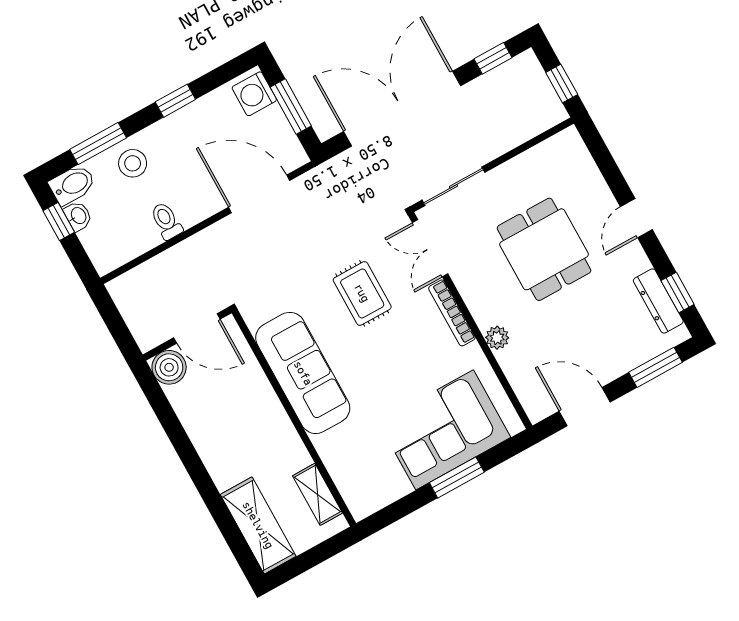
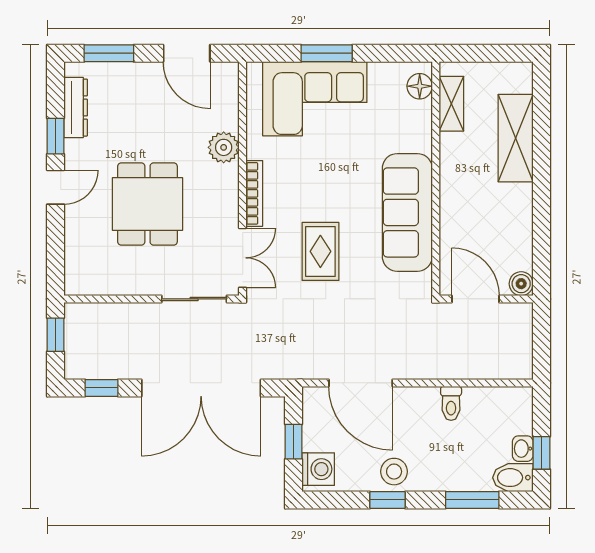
window: (291, 106) -> (293, 442), width x0.67
stool: (133, 163) -> (394, 472), moved
window: (678, 293) -> (56, 136), moved
plant: (497, 338) -> (224, 147), width x1.38, depth x1.38
boiler: (169, 367) -> (521, 284), width x0.73, depth x0.73
floor lamp: (355, 494) -> (420, 86), added
shelving: (258, 525) -> (516, 138), moved

